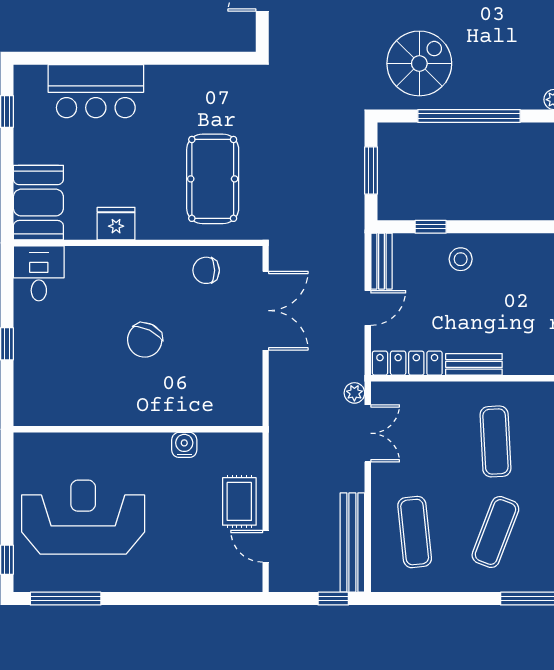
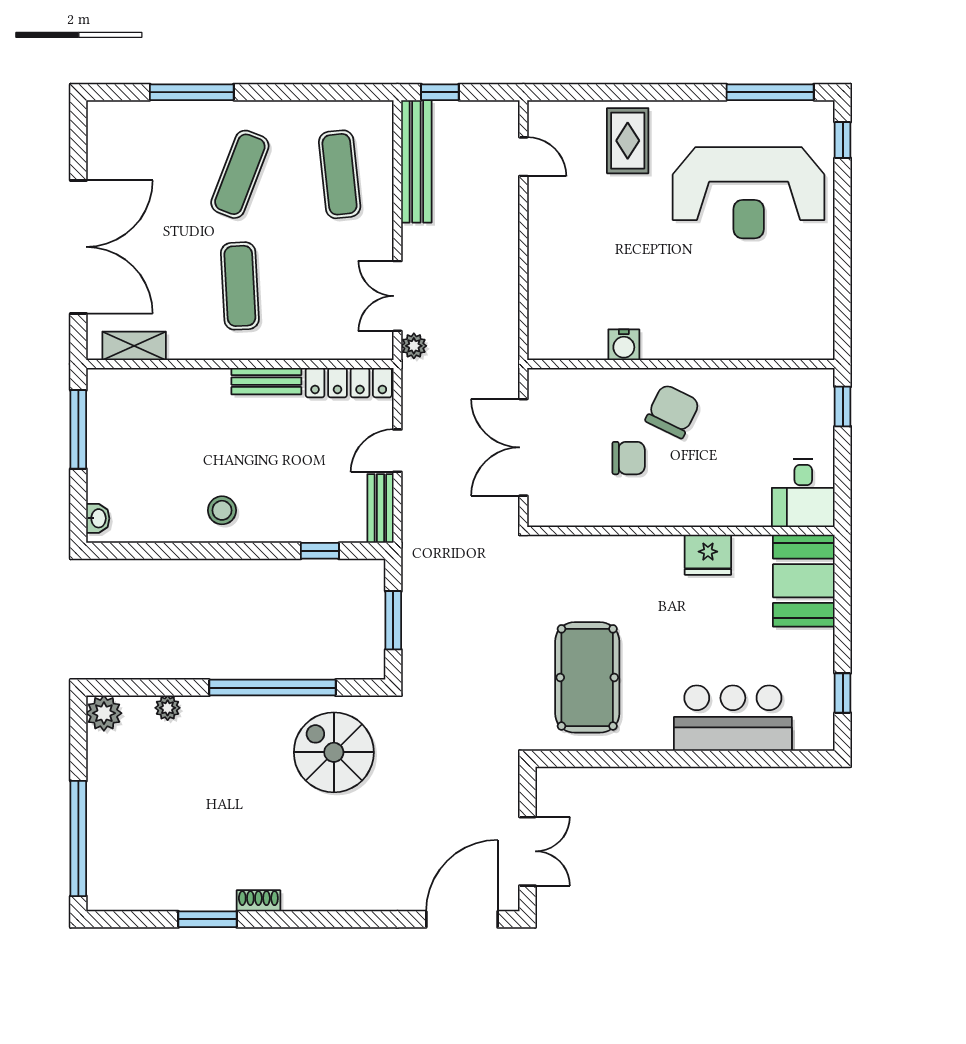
spiral stairs: (419, 63) -> (334, 752), turned 90
pool table: (213, 179) -> (587, 677), moved
stool: (461, 259) -> (222, 510), moved
chair: (206, 270) -> (629, 458), moved
wall: (138, 429) -> (681, 364), moved
water cooler: (184, 445) -> (624, 345), moved
rug: (239, 501) -> (628, 141), moved

